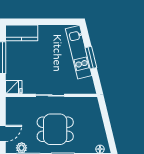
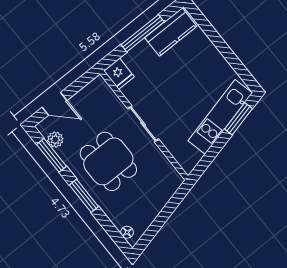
kitchen counter: (22, 33) -> (171, 32), moved, turned -90
window: (91, 58) -> (239, 119), moved

